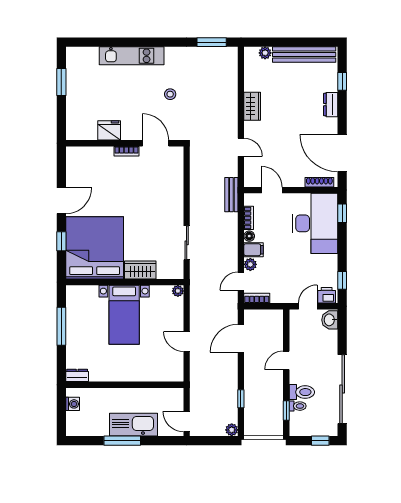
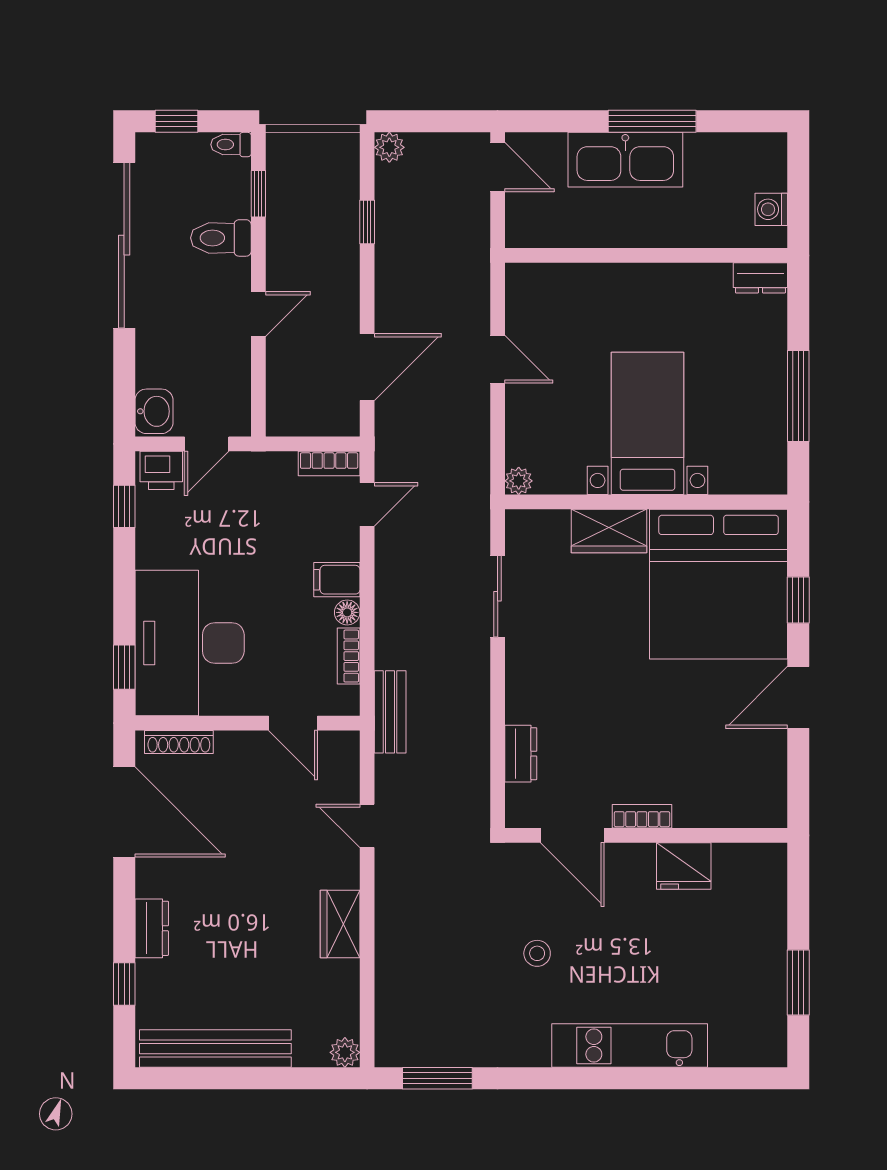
plant: (265, 53) -> (345, 1052), moved
dresser: (177, 177) -> (521, 754), added
plant: (250, 264) -> (345, 544), removed
toilet: (298, 406) -> (231, 145), moved

